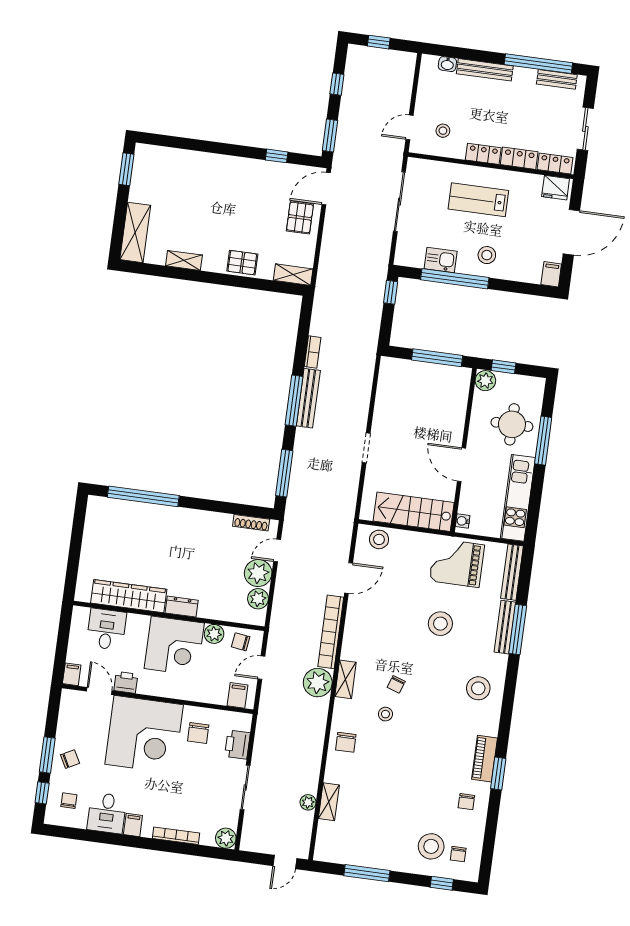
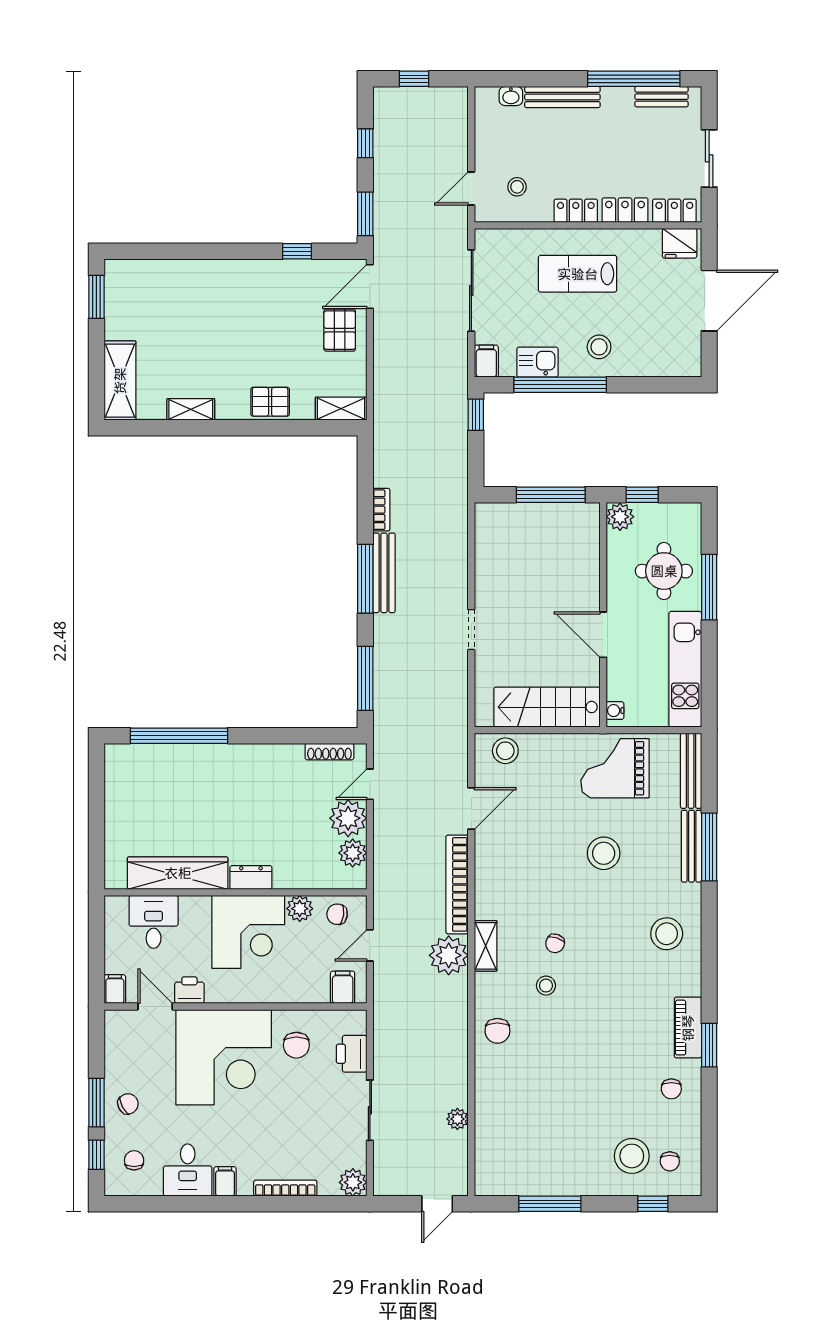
filing cabinet: (551, 274) -> (486, 361), moved
shelving: (329, 802) -> (485, 1114), removed

